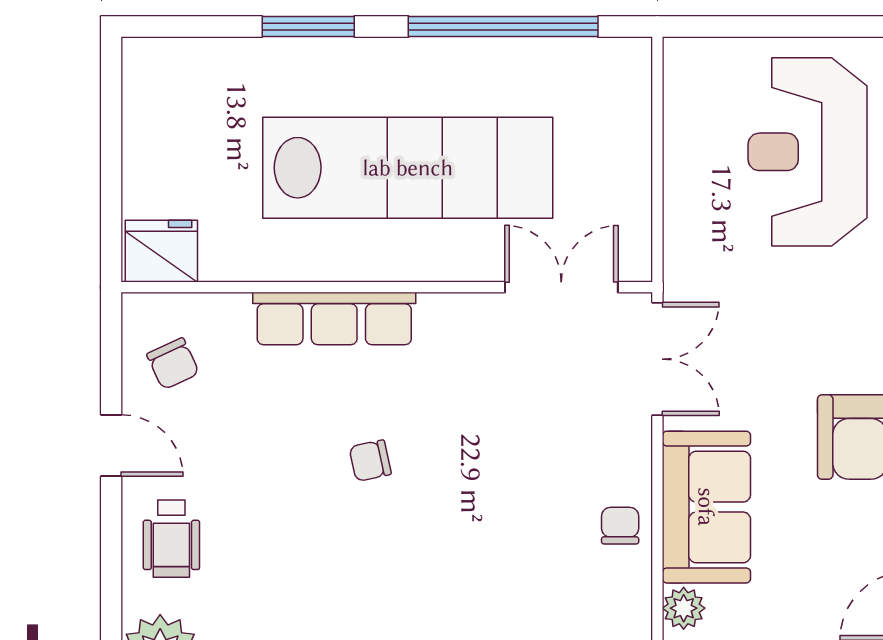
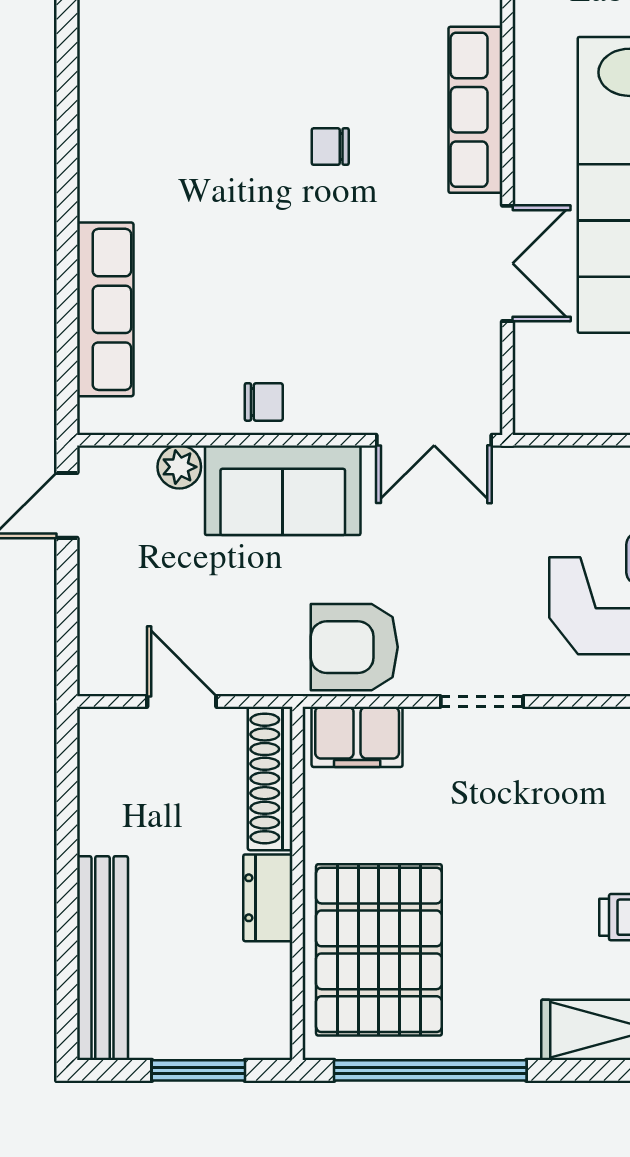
double door: (561, 287) -> (507, 263), moved
chair: (370, 461) -> (330, 147), turned -78

